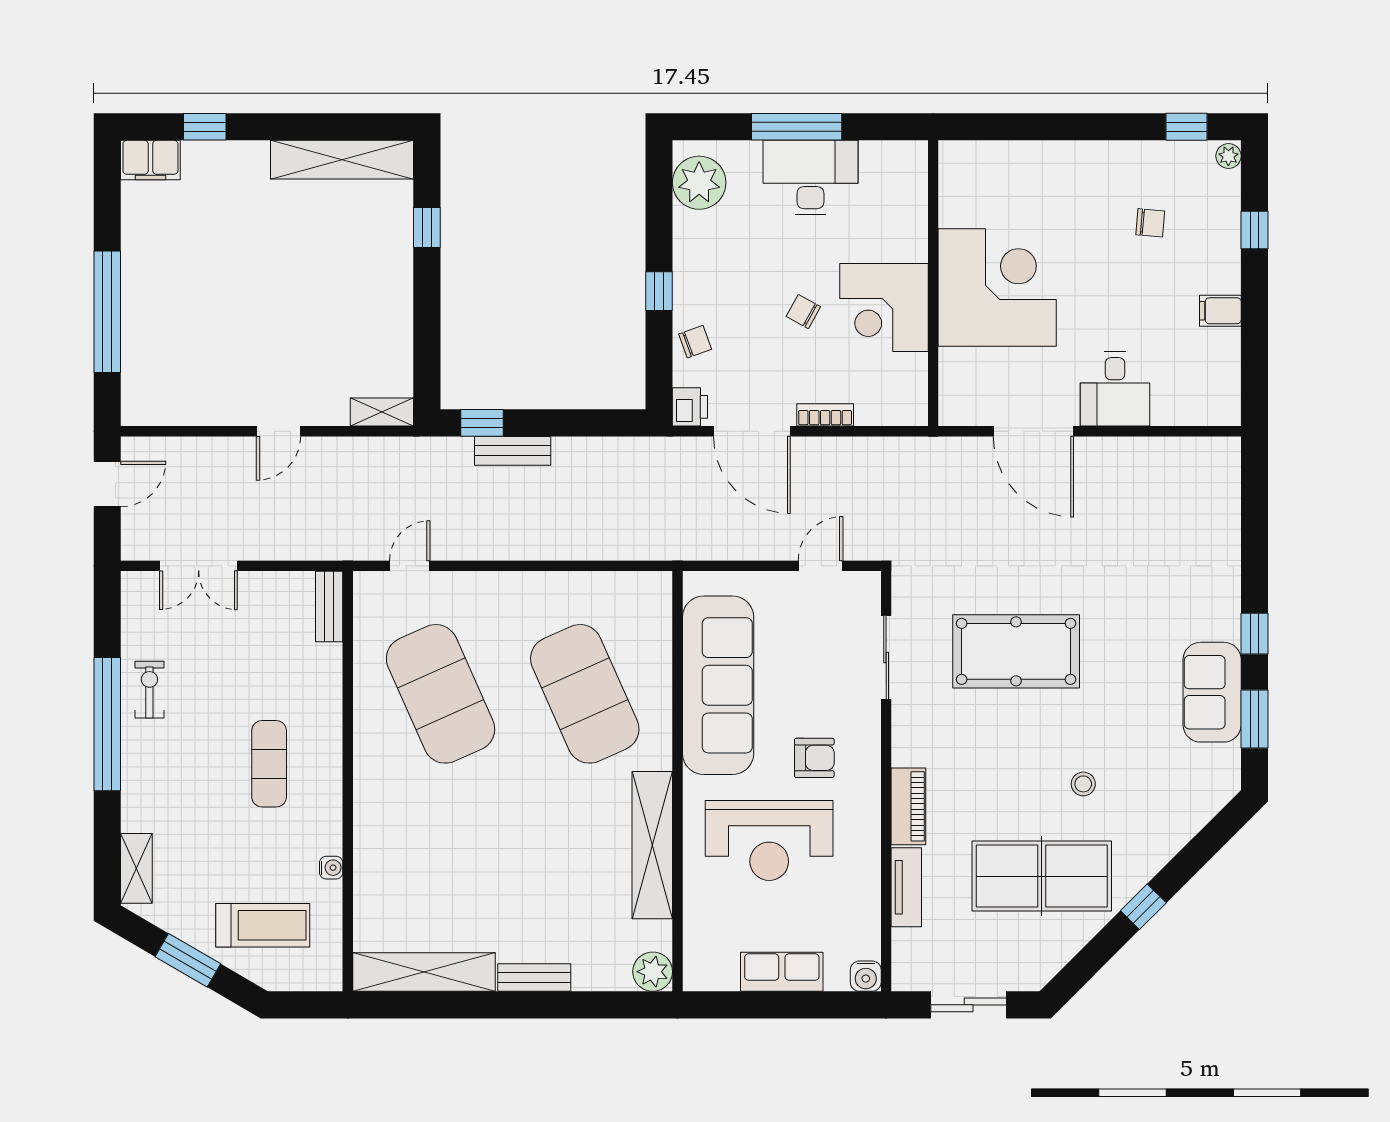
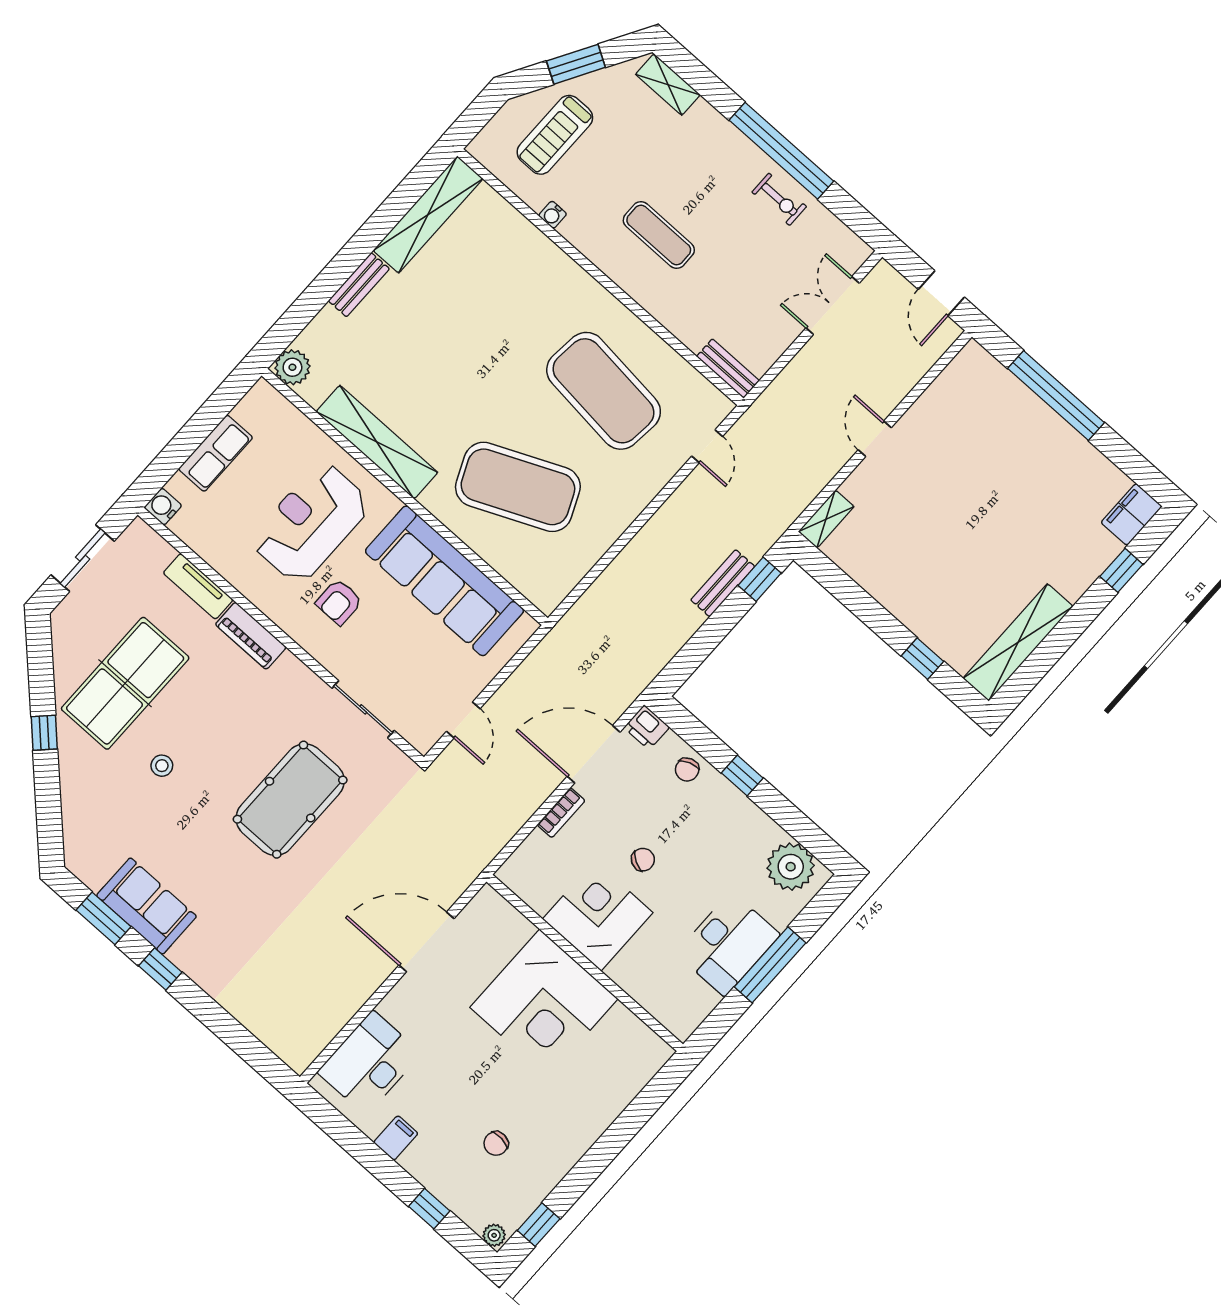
desk: (1115, 389) -> (369, 1063), moved, width x1.37
exercise mat: (441, 694) -> (604, 391), turned 30

